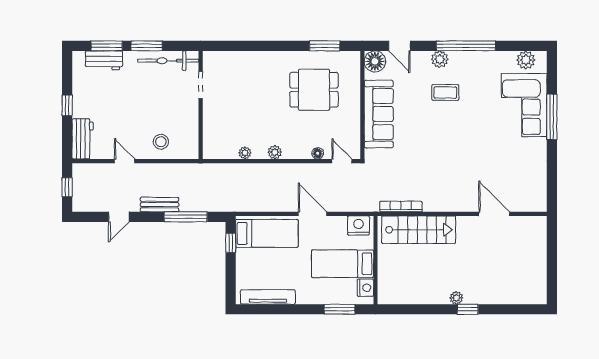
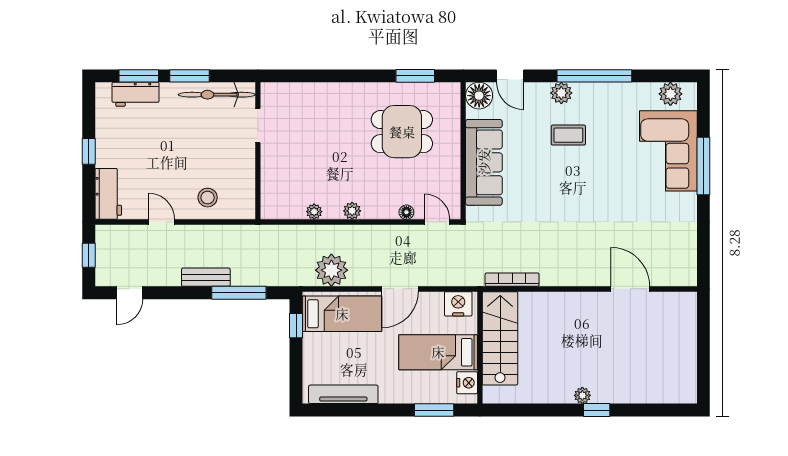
plant: (259, 199) -> (331, 270), added
door: (313, 214) -> (400, 289), swing flipped
door: (119, 217) -> (130, 293), moved
stairs: (419, 230) -> (500, 338), moved, turned -90

